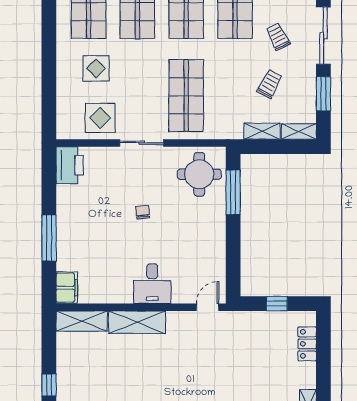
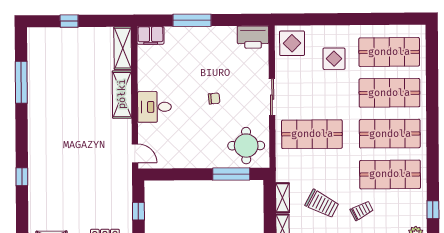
trolley: (270, 84) -> (322, 204), width x1.36, depth x1.39
display table: (100, 118) -> (292, 43), moved

